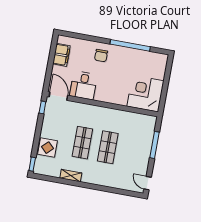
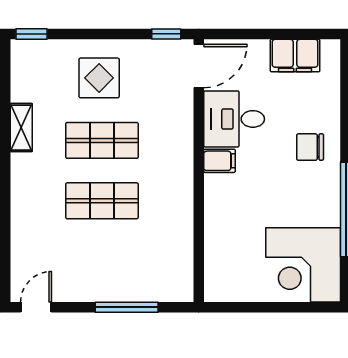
corner desk: (145, 94) -> (303, 265), moved, turned 180
filing cabinet: (100, 95) -> (219, 161), added
display table: (48, 148) -> (99, 78), moved

